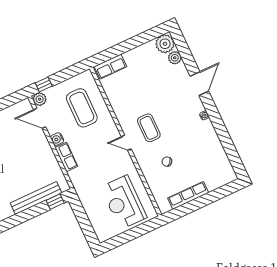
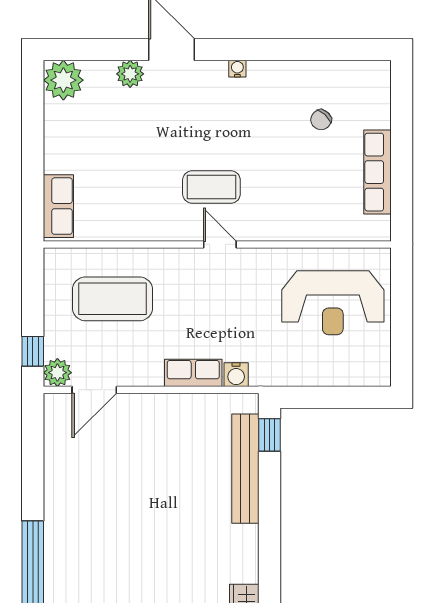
plant: (175, 58) -> (130, 74), moved
water cooler: (57, 139) -> (236, 375), moved
door: (126, 143) -> (220, 244), swing flipped
chair: (167, 162) -> (321, 120), moved

